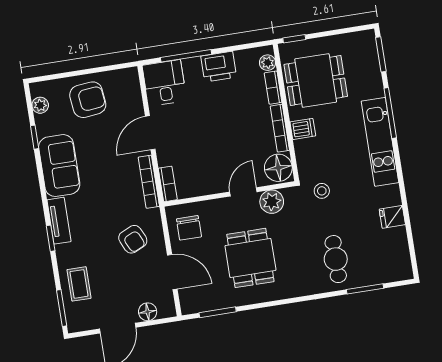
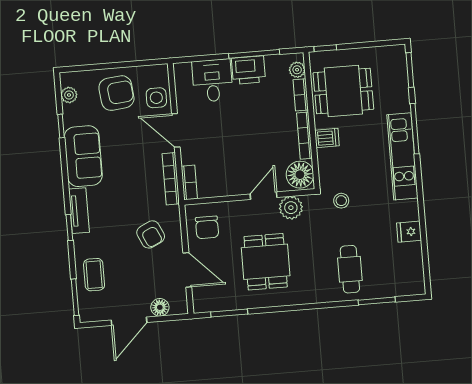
window: (186, 56) -> (254, 54), moved
desk: (164, 83) -> (212, 81), moved
side table: (128, 101) -> (156, 98), added
door: (150, 133) -> (176, 130), hinge flipped

